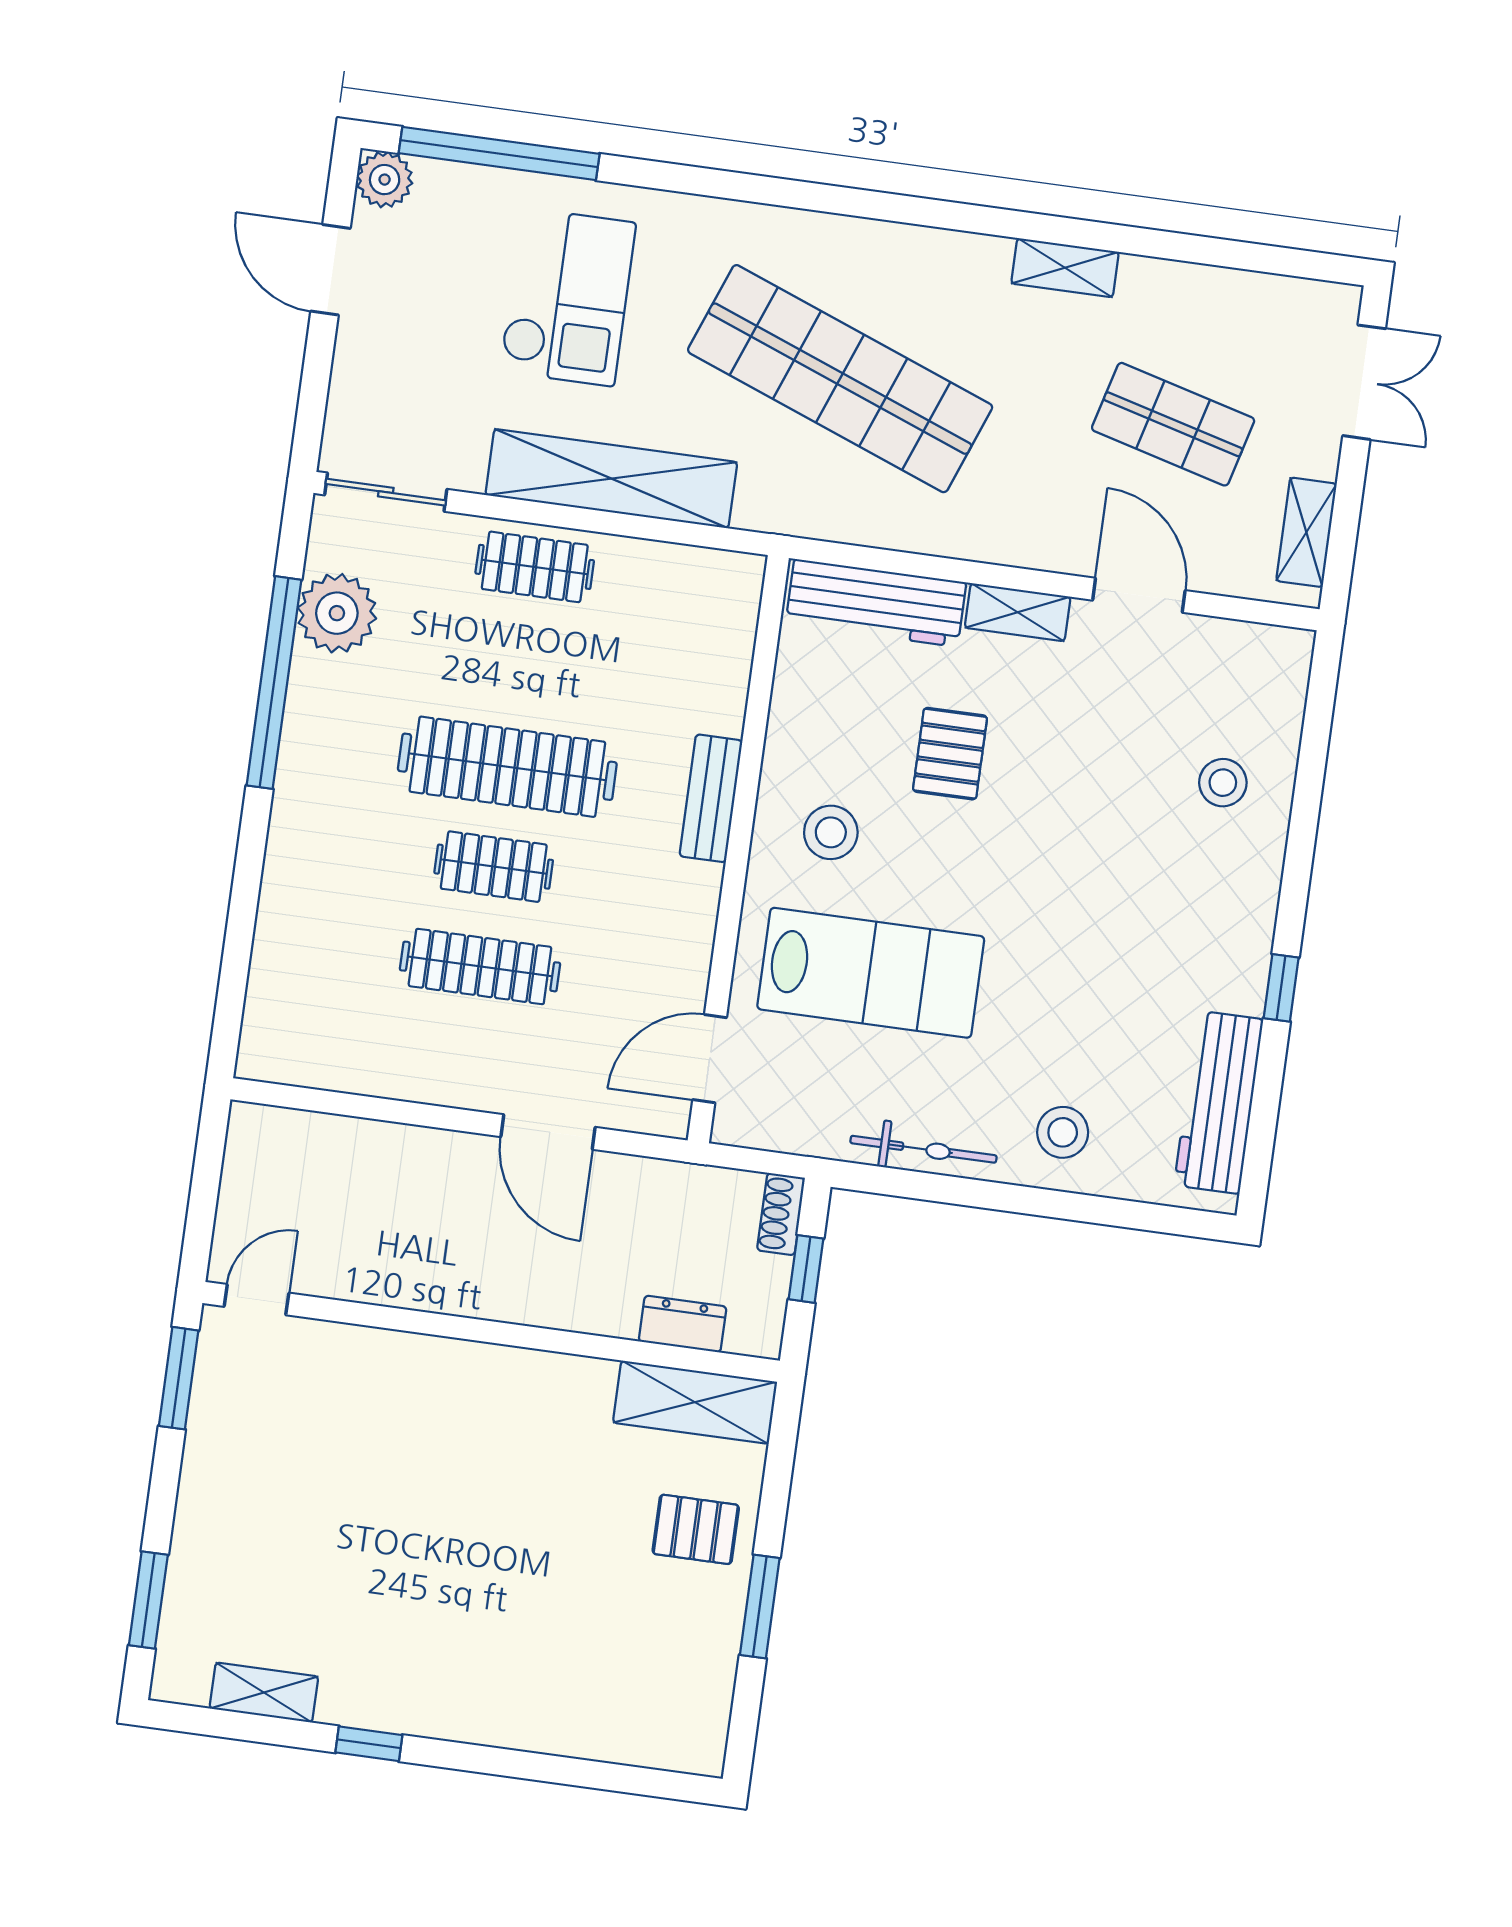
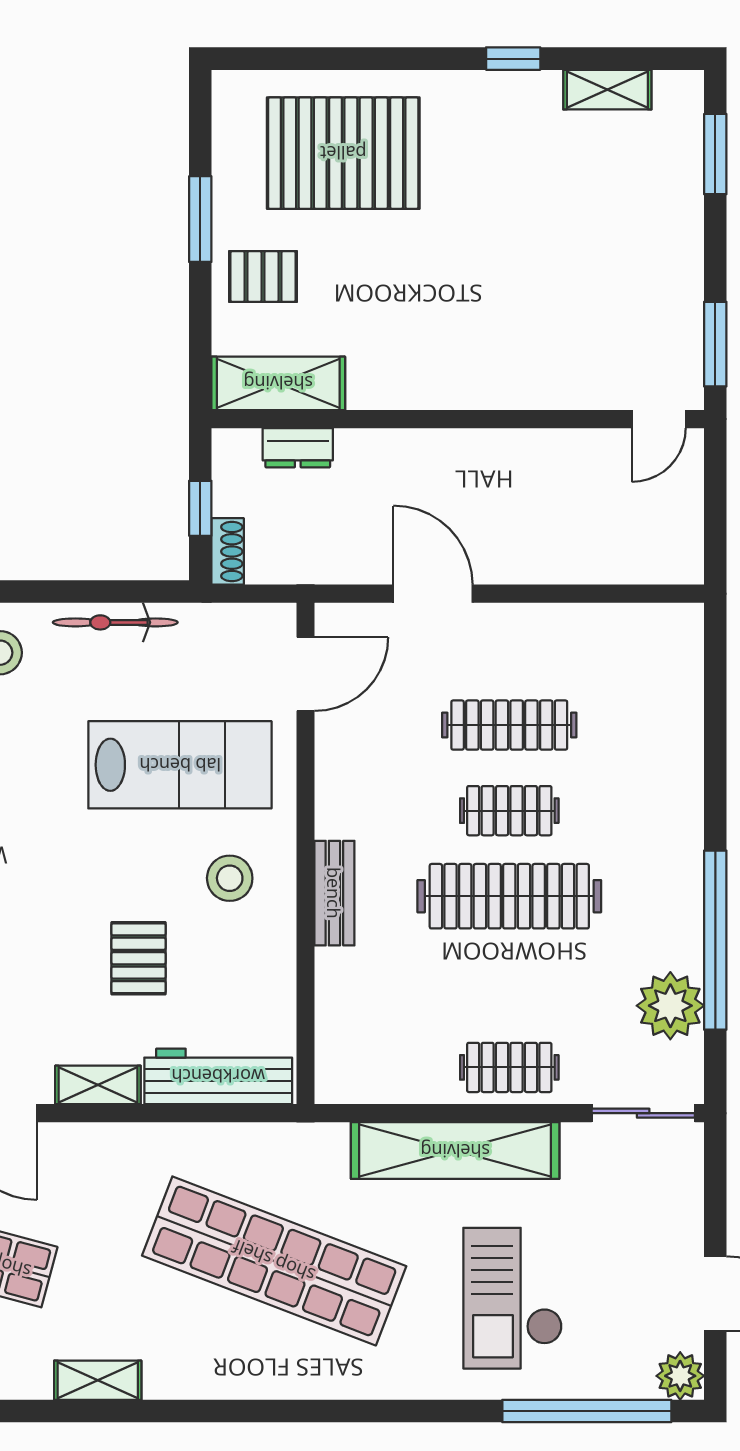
lab bench: (871, 973) -> (180, 765), turned 180
pallet: (582, 1661) -> (343, 153), added

